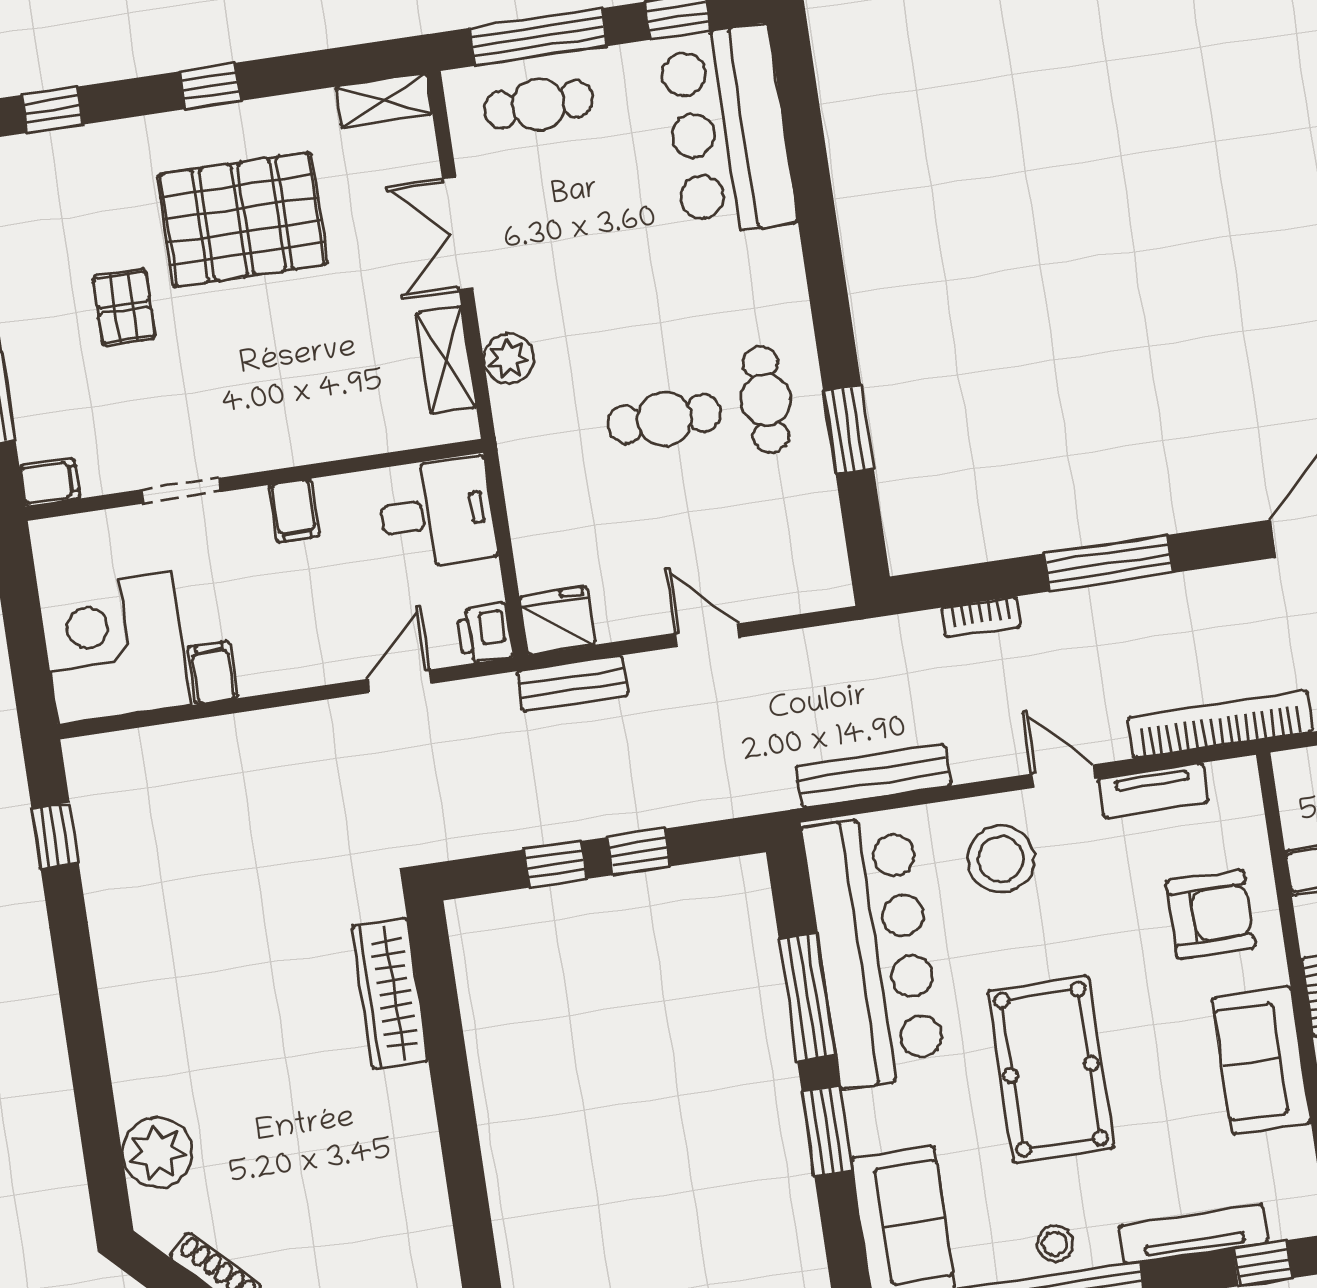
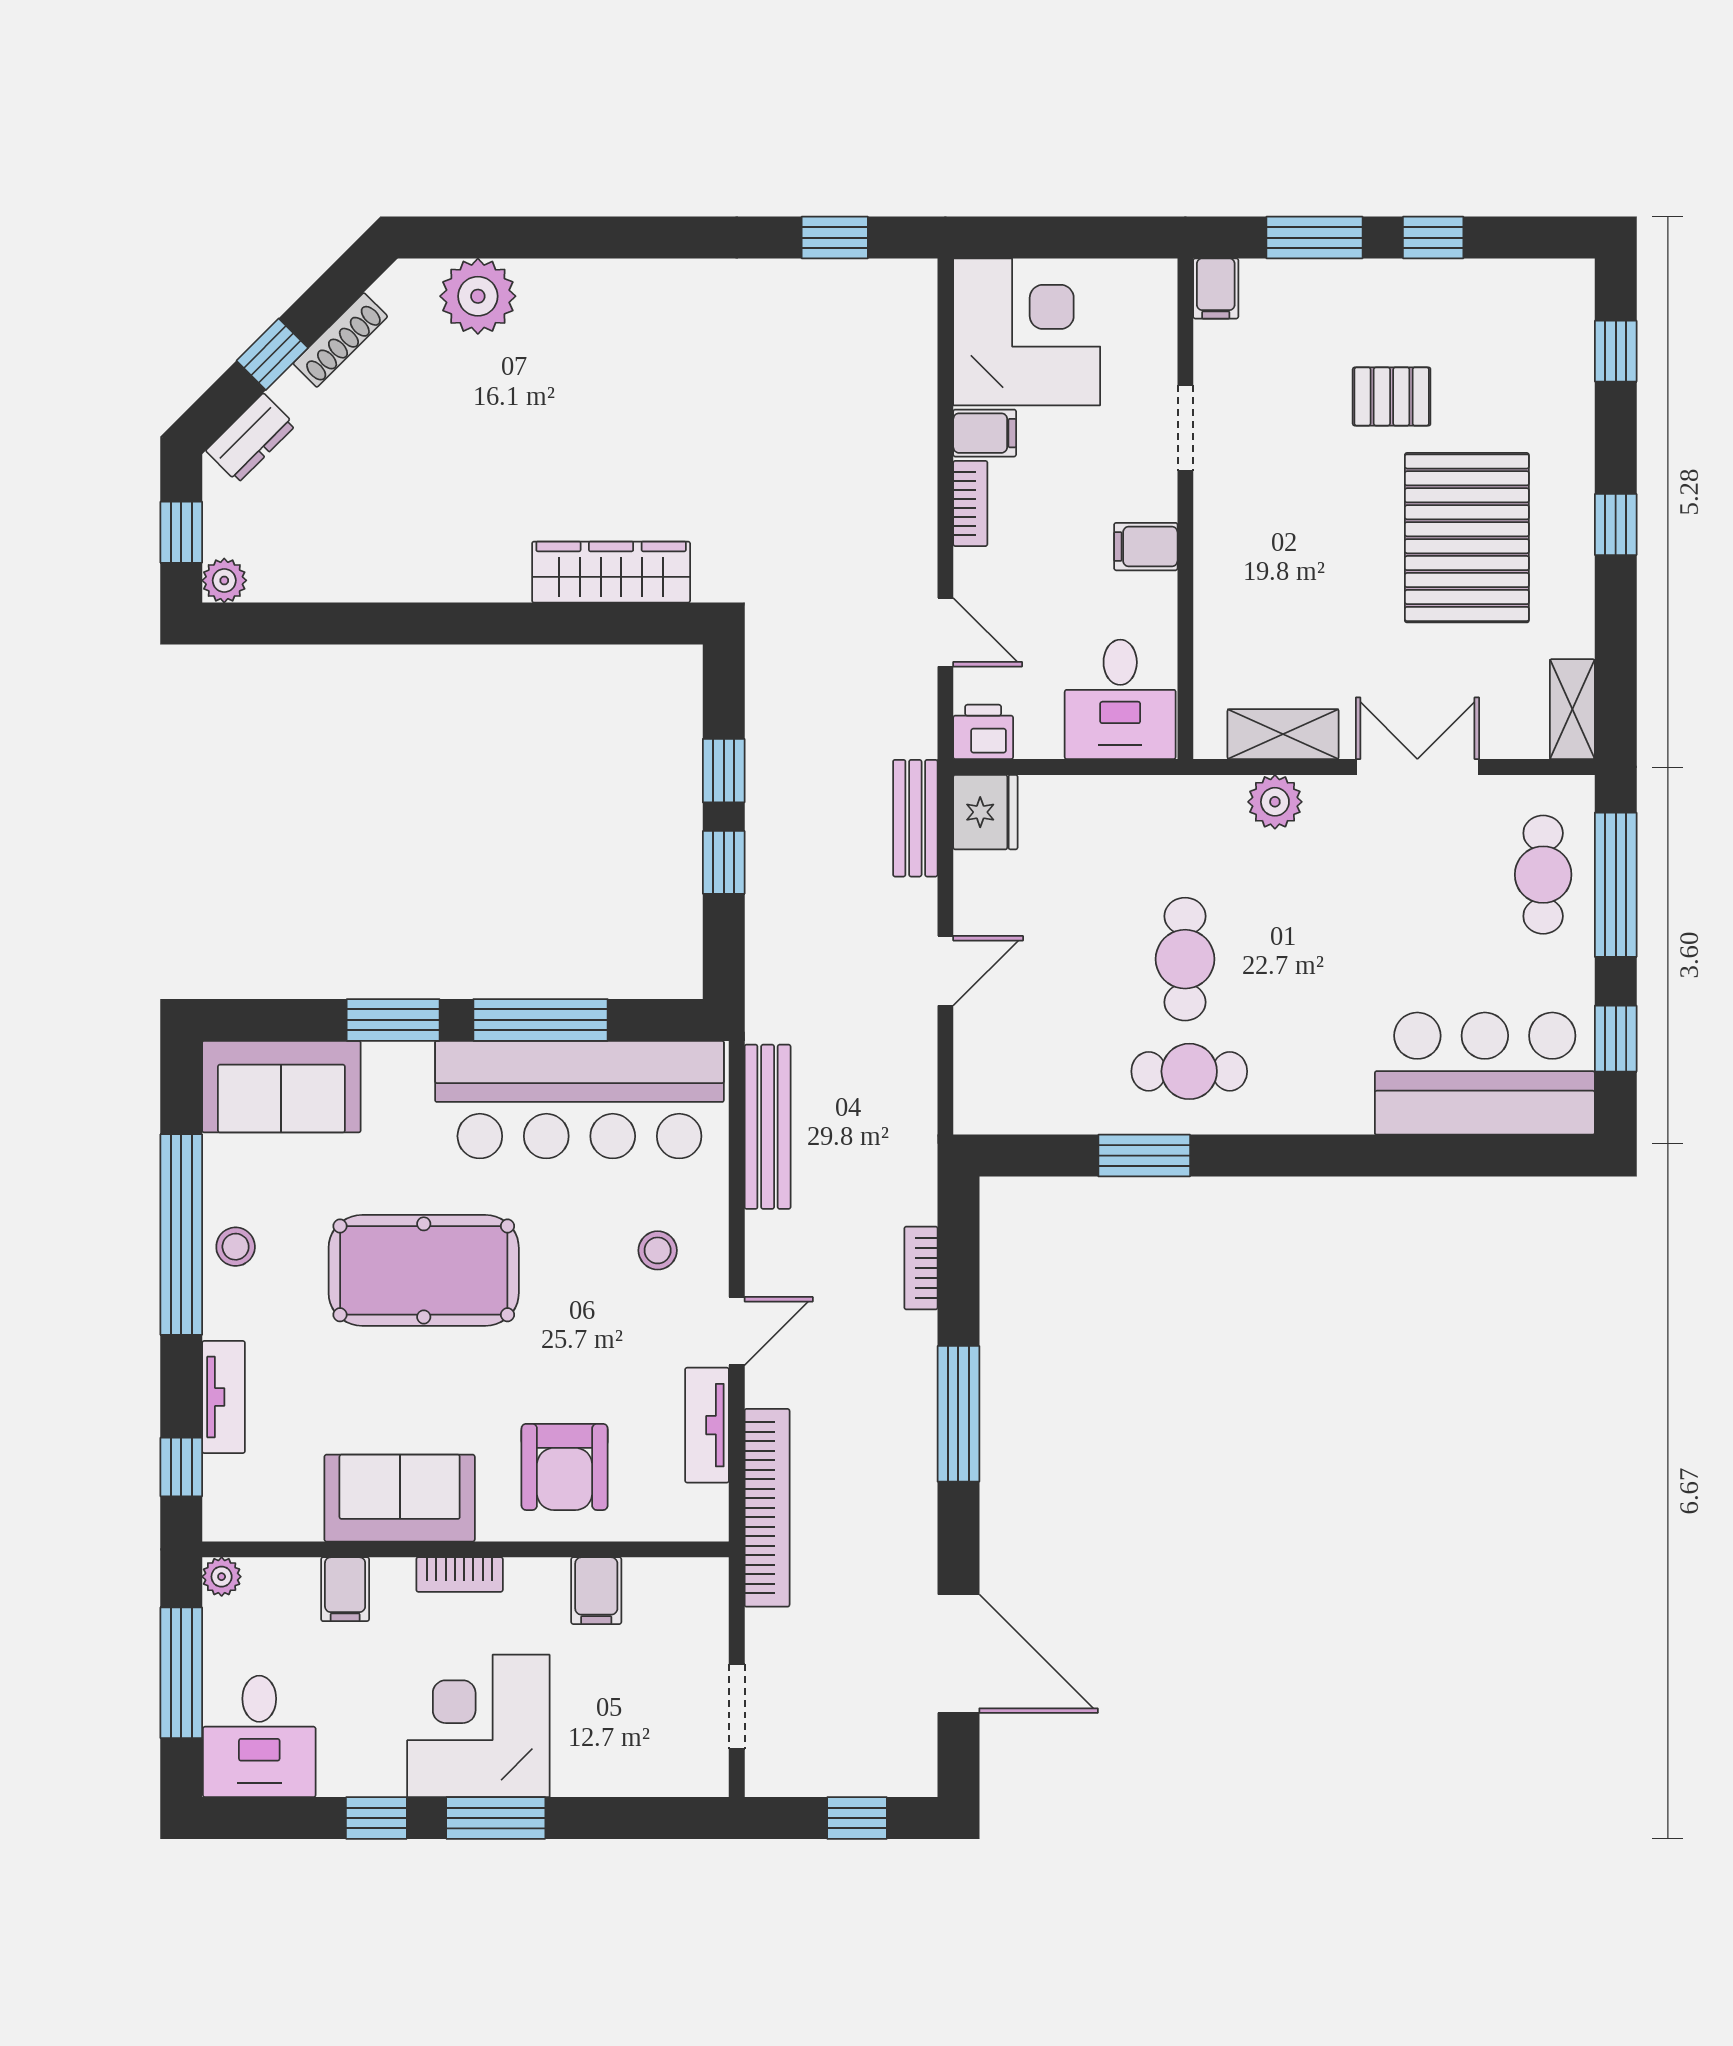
bookcase: (279, 676) -> (970, 503), added
stool: (1001, 859) -> (658, 1250), width x0.53, depth x0.53
tv unit: (1193, 1234) -> (224, 1397), width x0.71

